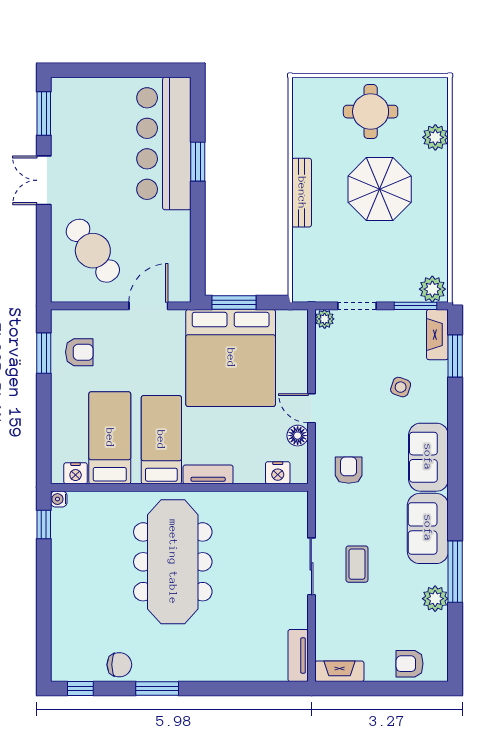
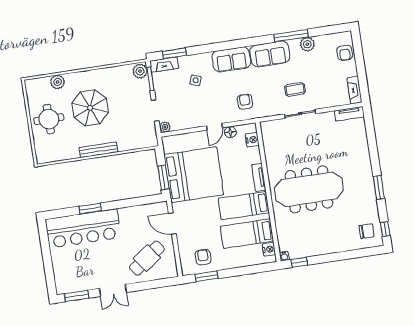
armchair: (349, 470) -> (245, 102), turned 90
chair: (119, 665) -> (367, 231), moved, turned 90

